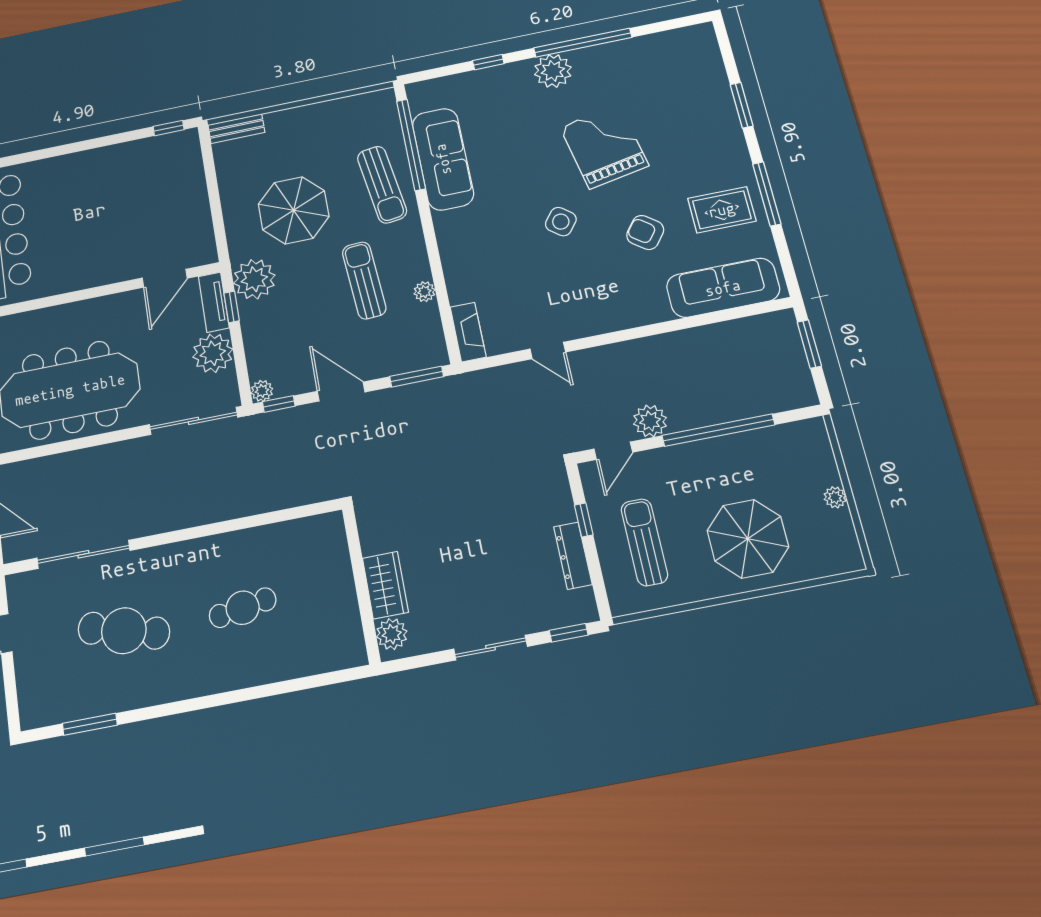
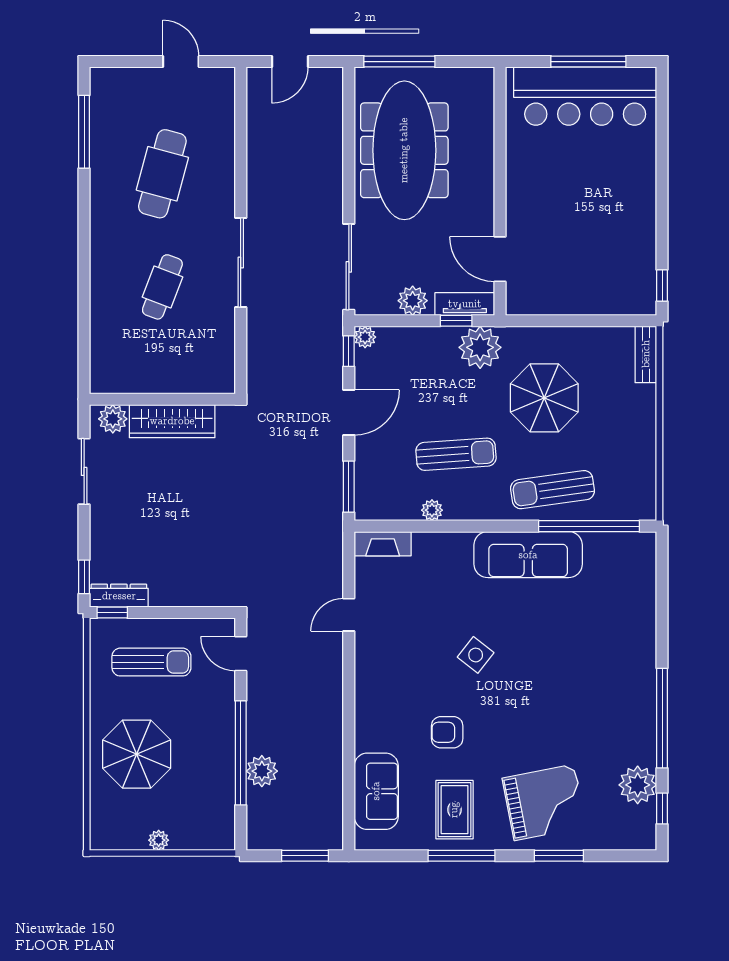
window: (488, 62) -> (662, 809), moved
plant: (553, 71) -> (638, 785), moved
grand piano: (604, 146) -> (544, 802), moved
sofa: (443, 159) -> (528, 555), moved
armchair: (645, 232) -> (447, 732), turned -127
sofa: (723, 288) -> (376, 791), width x0.73
plant: (213, 353) -> (413, 301), width x0.73, depth x0.73
plant: (650, 421) -> (262, 771), moved
window: (584, 520) -> (112, 613), moved
sliding door: (83, 554) -> (241, 263), moved
dresser: (573, 556) -> (119, 596), moved
wardrobe: (385, 585) -> (172, 421), width x1.50
cafe table: (243, 608) -> (162, 287), turned 30
sliding door: (490, 648) -> (84, 471), moved
window: (90, 724) -> (84, 132), width x1.44

